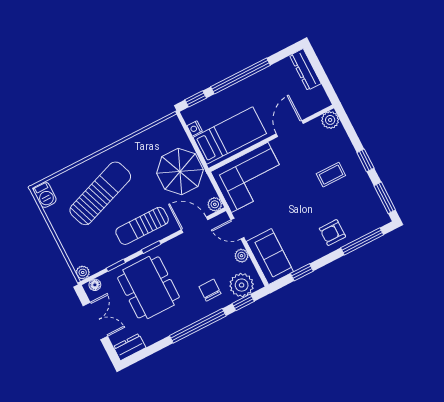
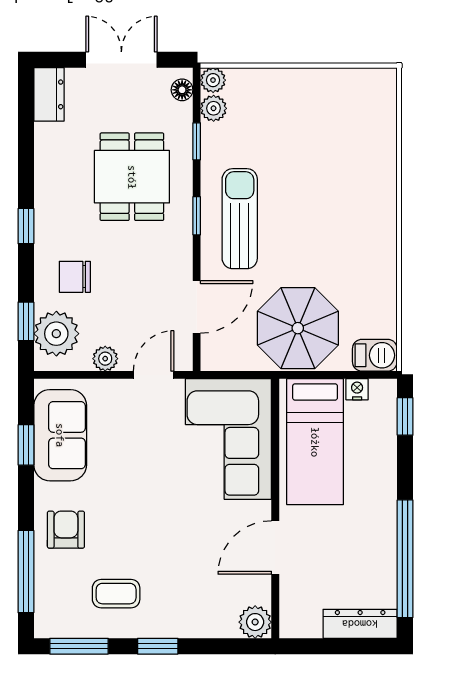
window: (240, 76) -> (405, 559), moved
door: (290, 129) -> (275, 547), swing flipped
coffee table: (331, 175) -> (116, 594), moved, turned 90
sun lounger: (100, 193) -> (330, 177), removed
barbecue: (45, 195) -> (375, 355), moved, turned 180
plant: (215, 204) -> (214, 108), moved
sofa: (270, 257) -> (60, 435), moved, turned -90
dining table: (148, 287) -> (132, 177), width x0.73
chair: (210, 290) -> (75, 277), turned 180
double door: (95, 321) -> (121, 60), swing flipped
window: (198, 326) -> (26, 226), width x0.32

